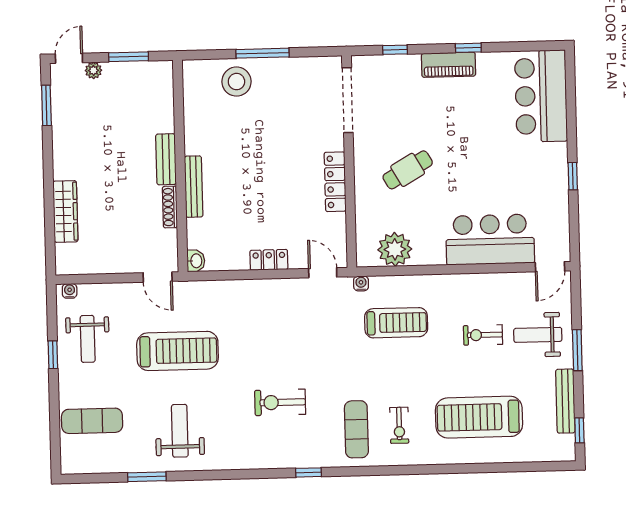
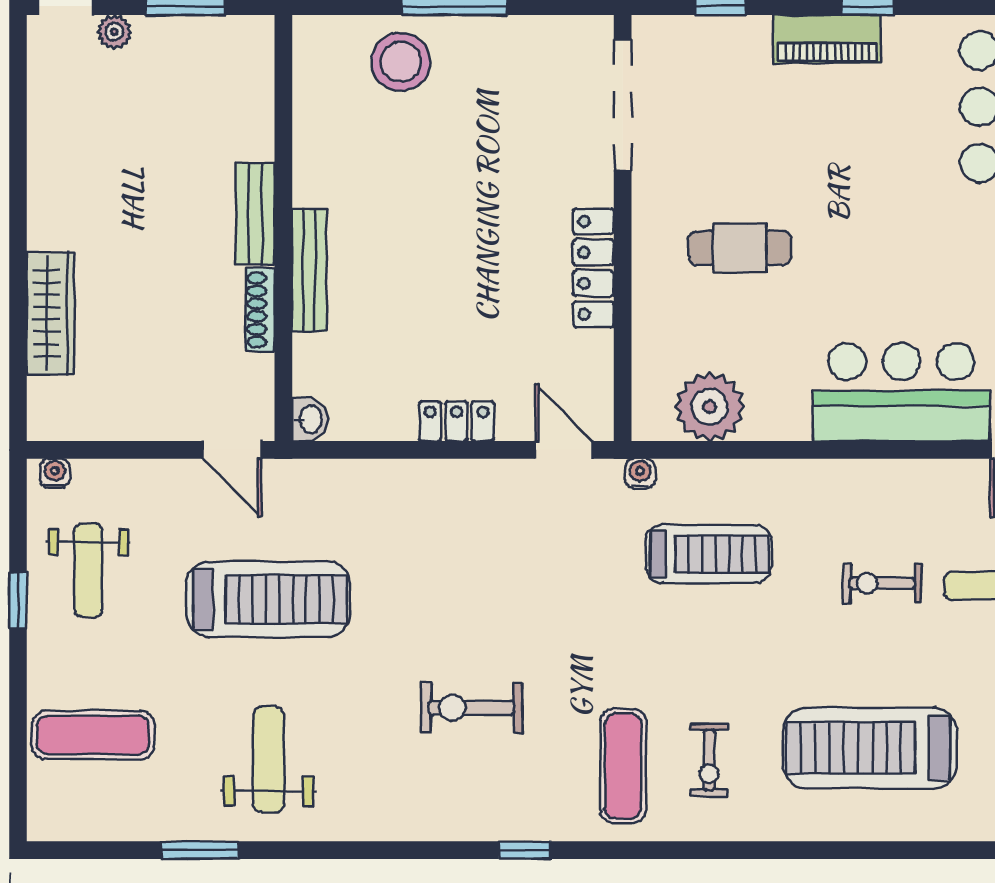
window: (46, 105) -> (18, 100), removed
cafe table: (408, 170) -> (740, 248), turned 30

